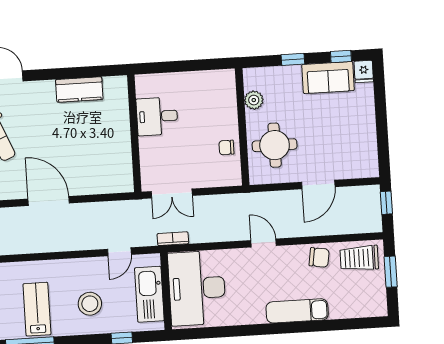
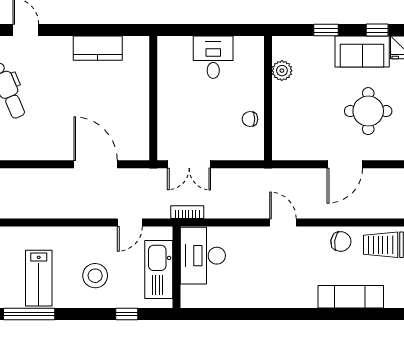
desk: (157, 116) -> (213, 57), moved, turned 90
round table: (275, 145) -> (368, 111), moved
door: (49, 201) -> (96, 164), moved
desk: (197, 288) -> (203, 256), width x0.73, depth x0.77
lab bench: (37, 309) -> (39, 278), turned 180
exam couch: (297, 311) -> (351, 297), moved

